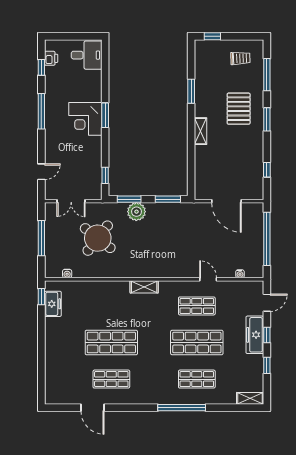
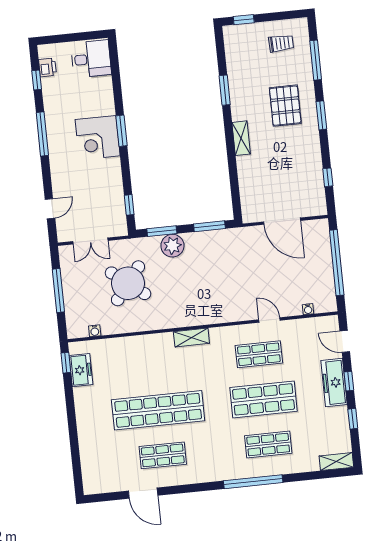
door: (267, 303) -> (345, 341), swing flipped
shop shelf: (111, 343) -> (158, 410), width x1.40

